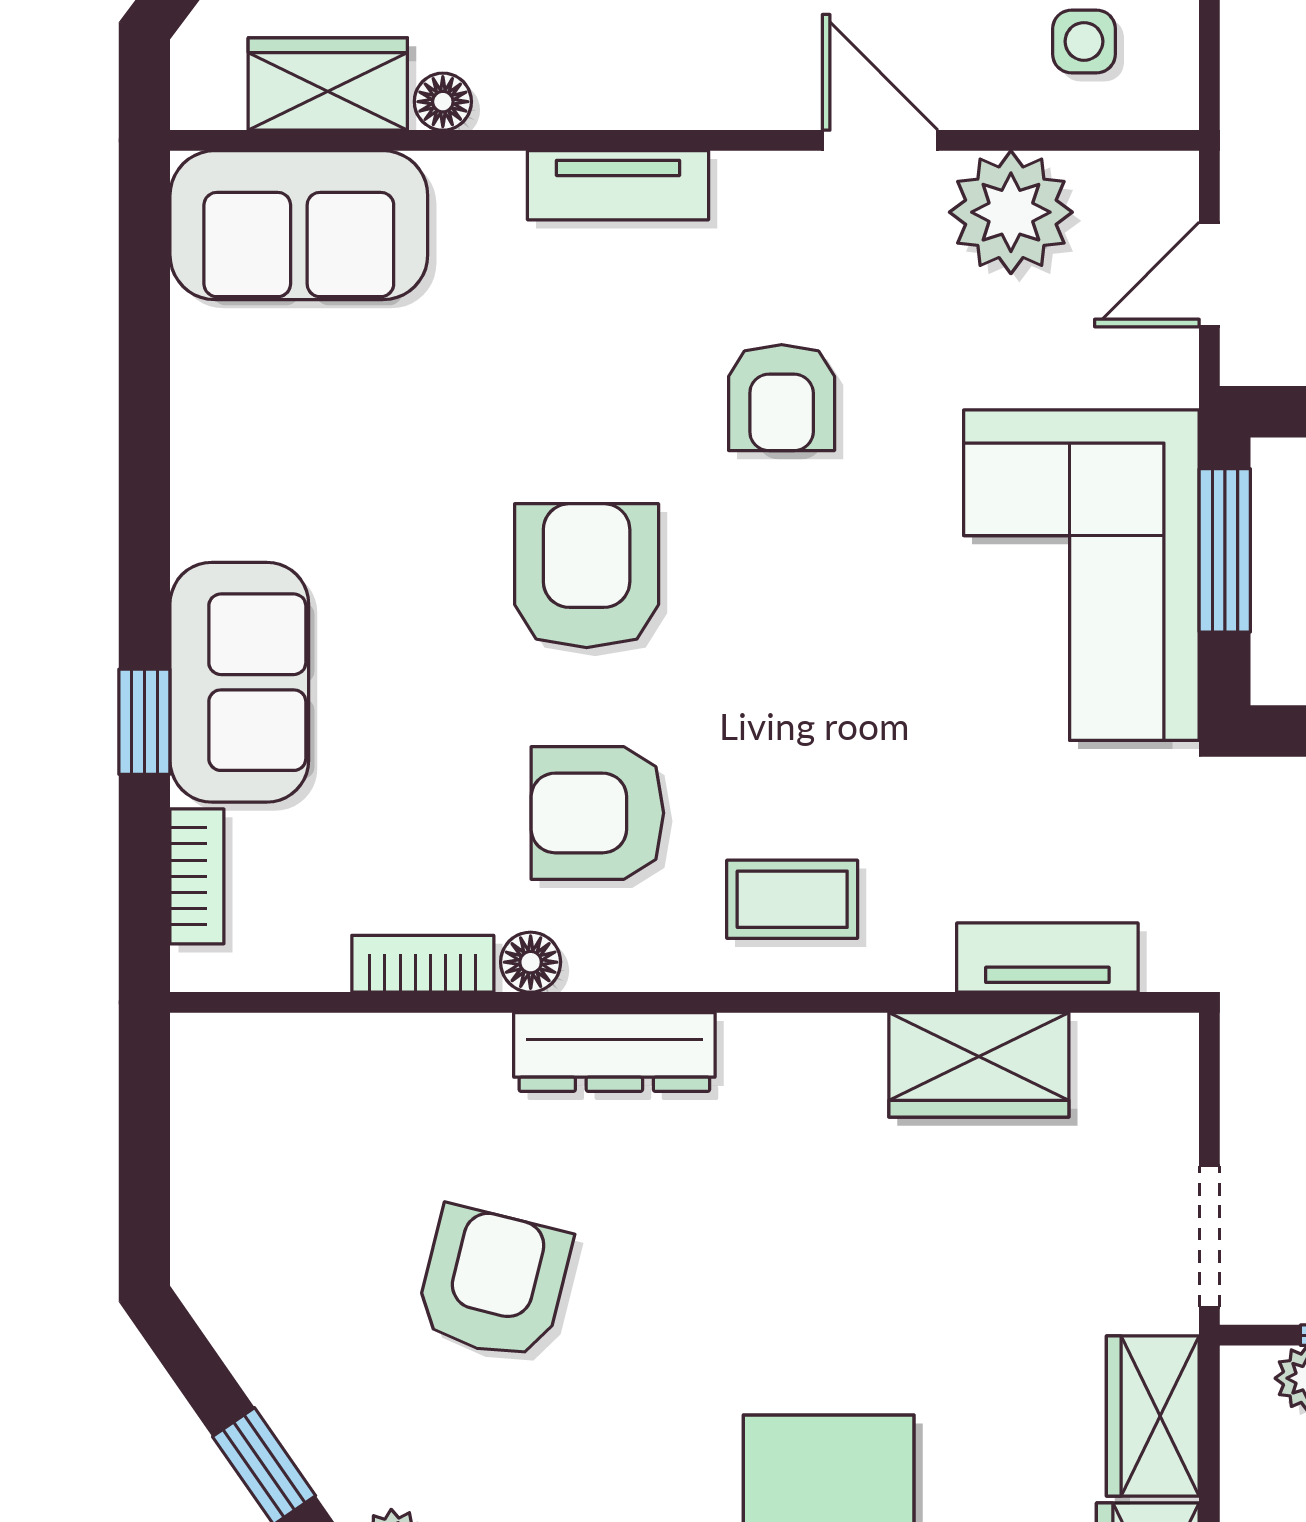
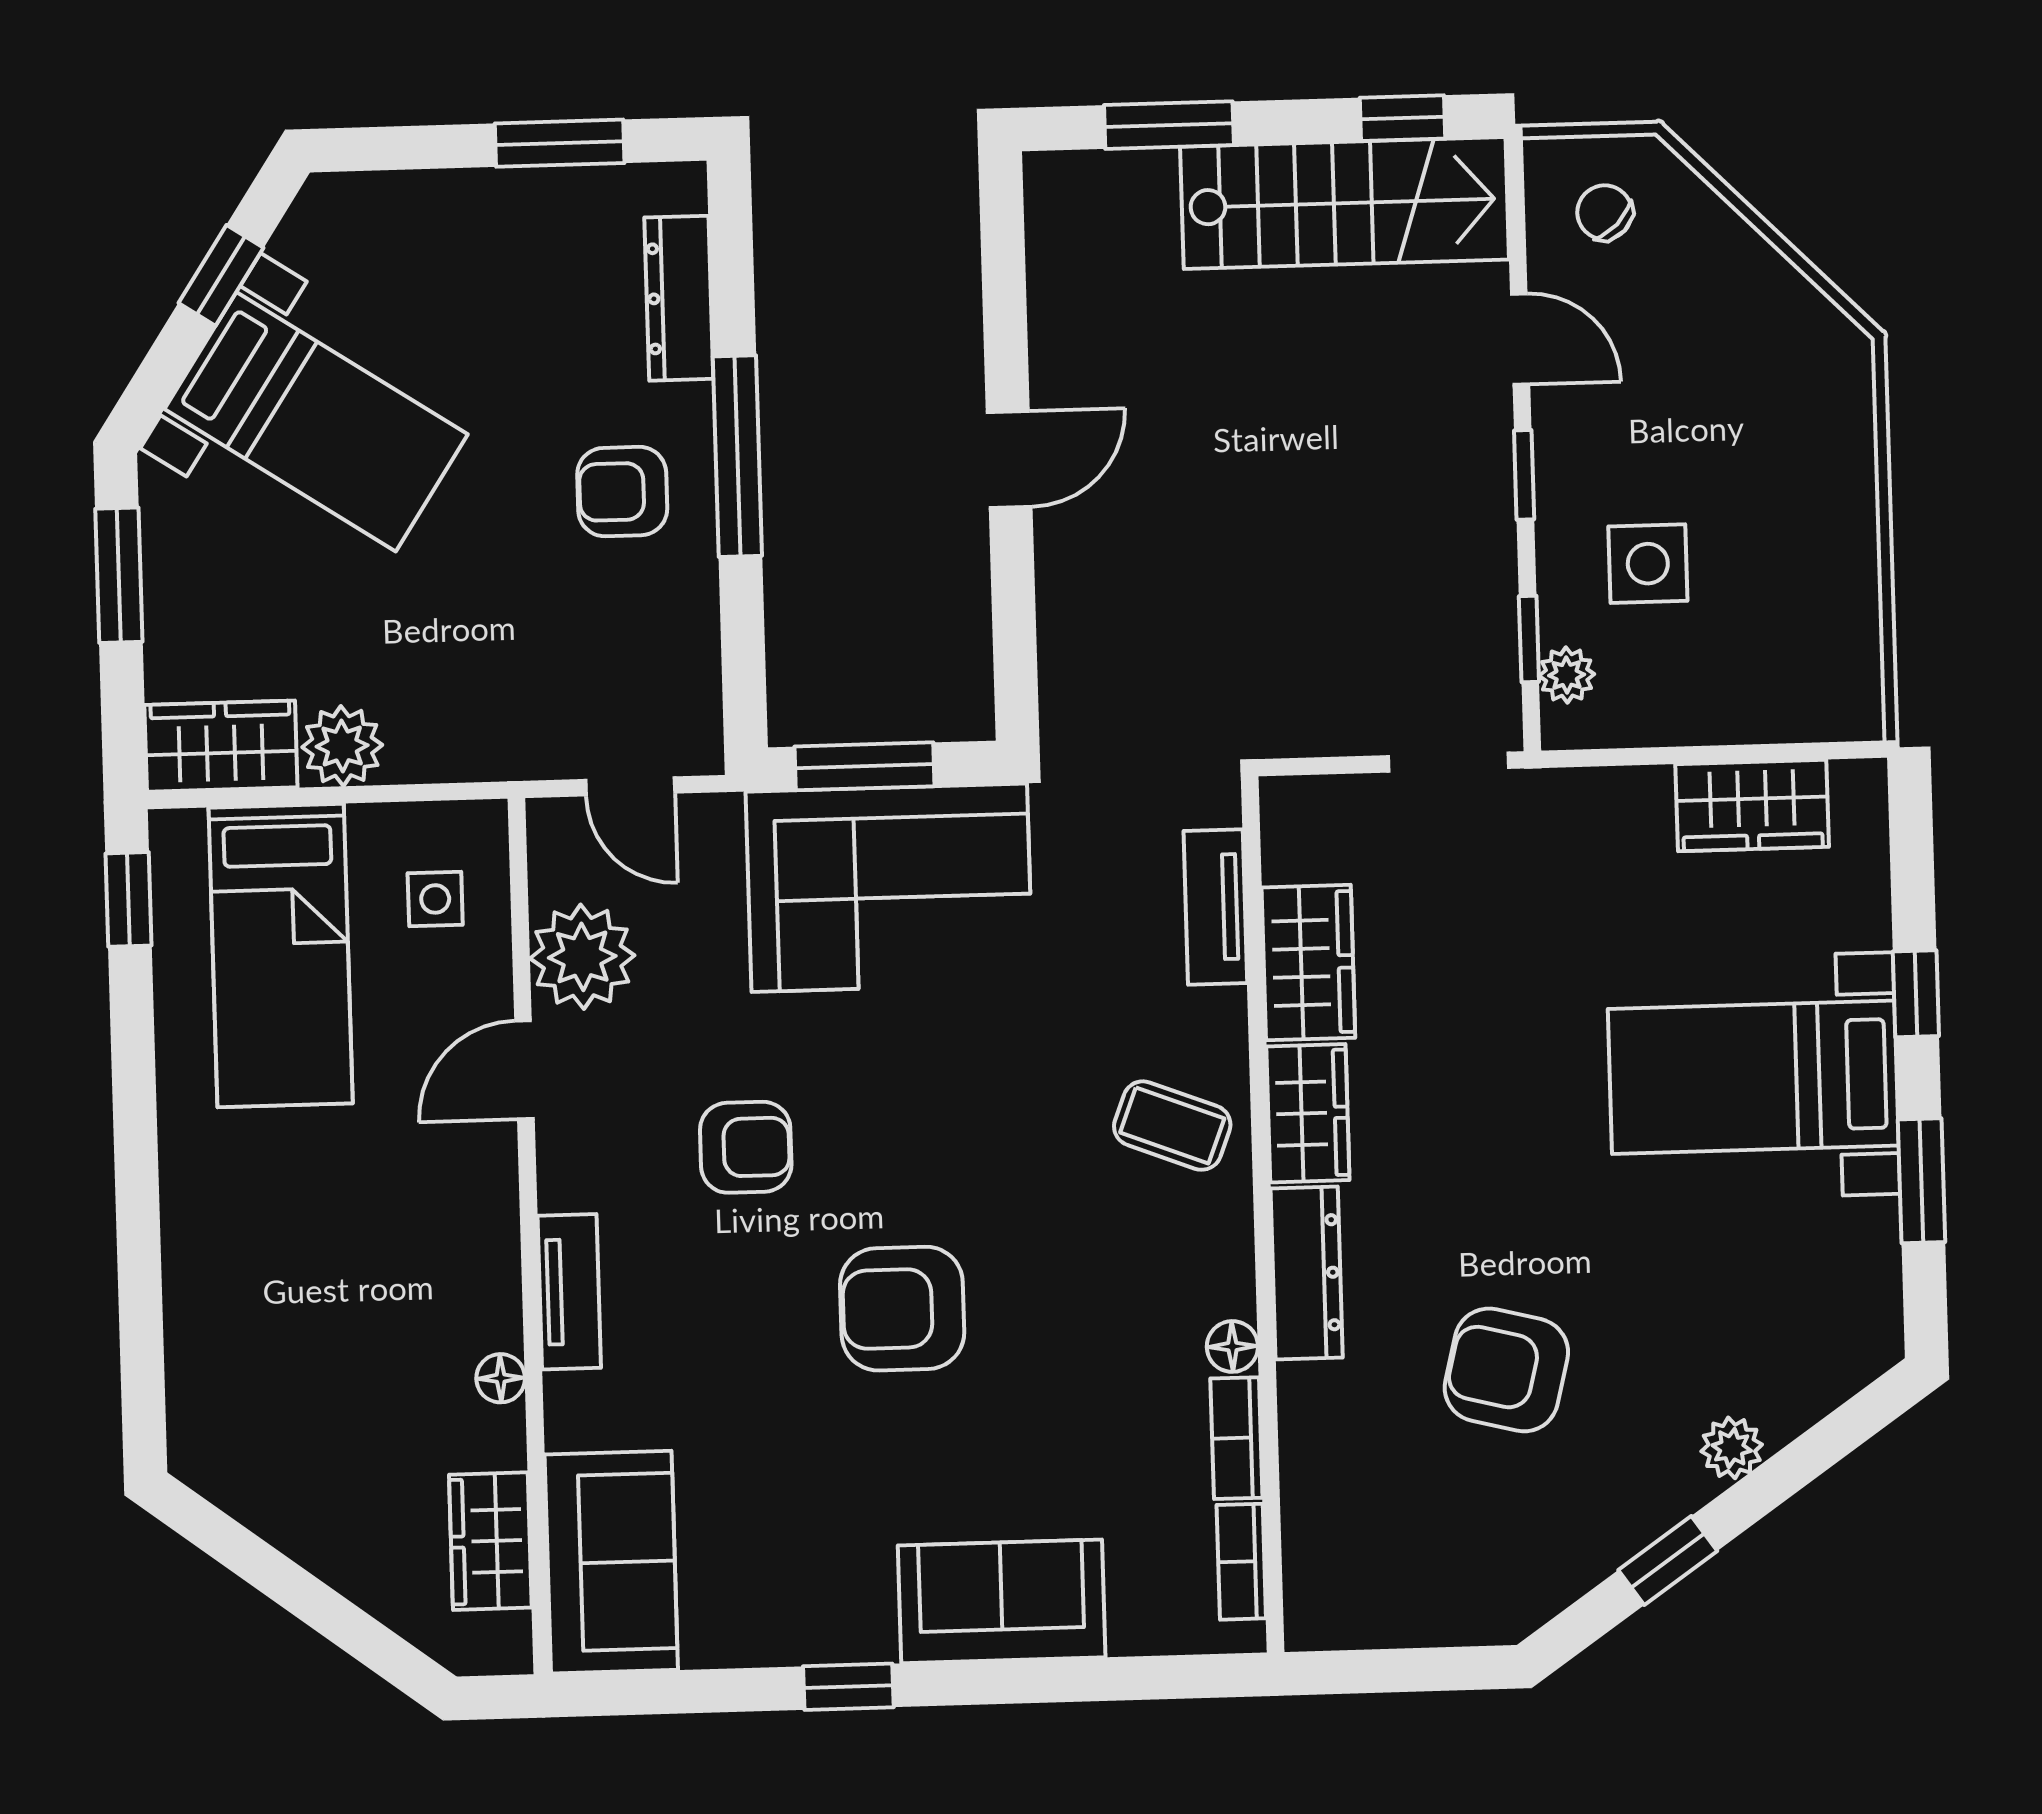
floor lamp: (443, 102) -> (501, 1378), moved
window: (144, 722) -> (848, 1687), moved
armchair: (597, 813) -> (1104, 1293), removed
bookcase: (197, 876) -> (1241, 1562), moved, turned -90
coffee table: (792, 899) -> (1172, 1126), turned -69
wardrobe: (1153, 1416) -> (1308, 1113), moved, turned -90

